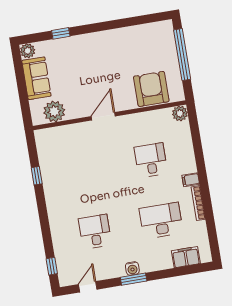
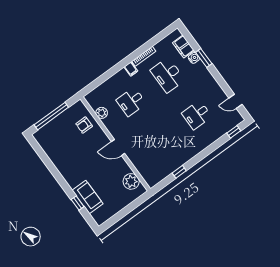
plant: (28, 51) -> (100, 219), removed
sofa: (36, 78) -> (88, 197), moved, turned 90
armchair: (151, 89) -> (84, 125), width x0.53, depth x0.53
plant: (180, 113) -> (102, 113), moved
water cooler: (132, 268) -> (194, 58), moved
window: (134, 279) -> (204, 58), moved

